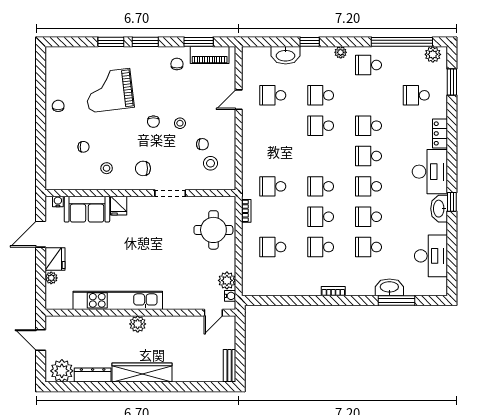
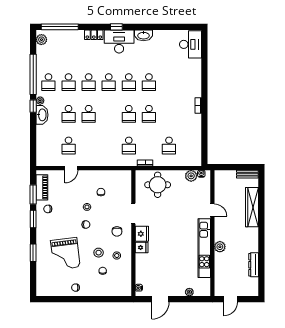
window: (145, 42) -> (33, 219), moved
window: (310, 42) -> (33, 106), moved
window: (402, 42) -> (33, 74), moved
washbasin: (286, 55) -> (42, 115), moved
window: (452, 82) -> (60, 27), width x2.11
school desk: (416, 95) -> (69, 82), moved
door: (239, 100) -> (71, 168), hinge flipped
stool: (211, 163) -> (99, 253), moved
window: (452, 202) -> (116, 27), moved
sofa: (87, 209) -> (144, 268), removed
door: (41, 234) -> (160, 299), hinge flipped
school desk: (321, 247) -> (169, 114), removed
school desk: (368, 247) -> (169, 82), removed
desk: (431, 256) -> (190, 44), moved, turned 90
fridge: (55, 259) -> (142, 234), moved, turned 90
washbasin: (389, 287) -> (196, 68), removed
window: (396, 301) -> (204, 64), removed
door: (213, 313) -> (212, 210), moved
plant: (138, 324) -> (220, 247), moved
plant: (62, 371) -> (251, 285), removed
wardrobe: (142, 373) -> (252, 207), moved

